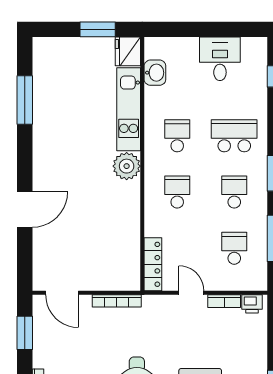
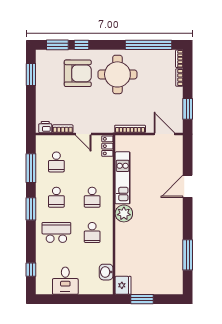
kitchen unit: (129, 109) -> (123, 178), moved
school desk: (234, 136) -> (56, 232), turned 180
locker: (153, 264) -> (107, 146), width x0.66

